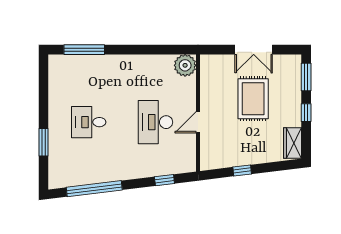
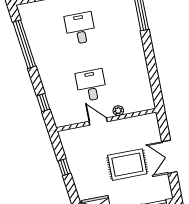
plant: (185, 65) -> (118, 111), moved, width x0.53, depth x0.53
desk: (156, 122) -> (91, 85), width x0.73

